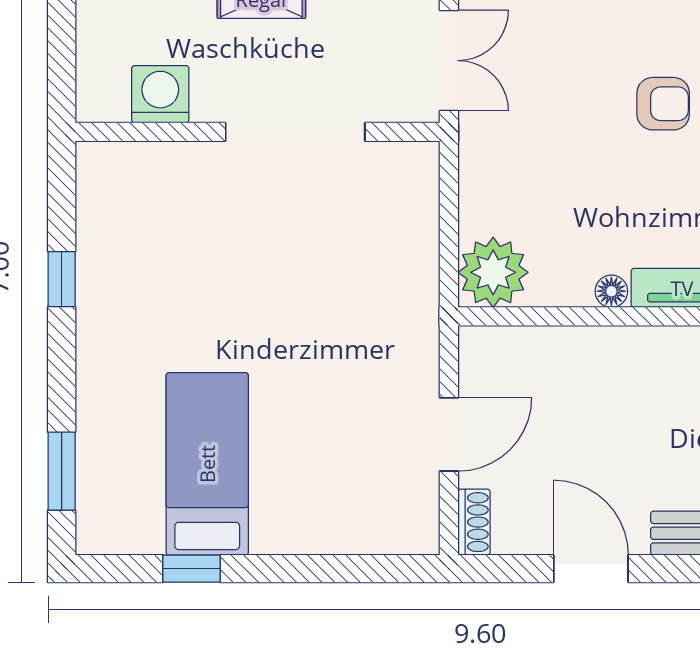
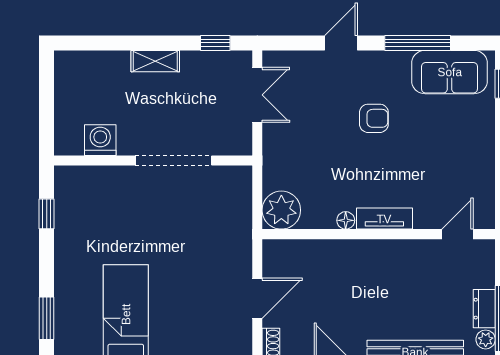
washing machine: (160, 94) -> (100, 140), moved
wall: (258, 132) -> (153, 161), moved
doorway: (295, 132) -> (174, 161), moved

